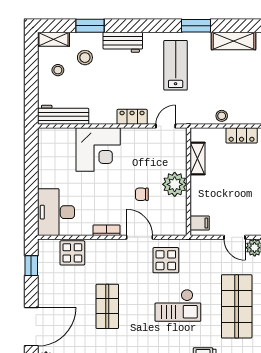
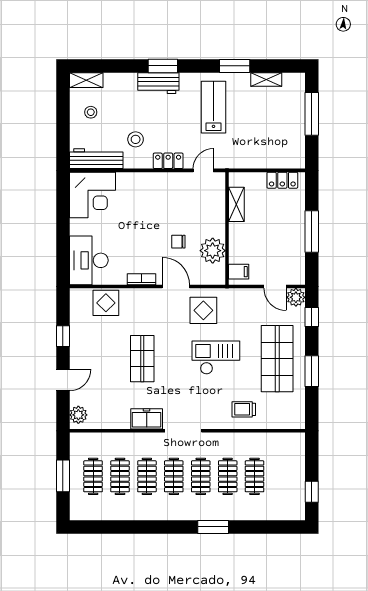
window: (90, 26) -> (163, 66), moved
shelving: (234, 41) -> (266, 80), width x0.67, depth x0.75
stool: (85, 58) -> (136, 139), moved
stool: (222, 116) -> (262, 160), removed
corner desk: (98, 149) -> (92, 195), moved
plant: (175, 184) -> (213, 251), moved
window: (31, 266) -> (63, 336), moved
checkout: (178, 305) -> (216, 358), turned 180
door: (31, 327) -> (63, 380), width x0.53

